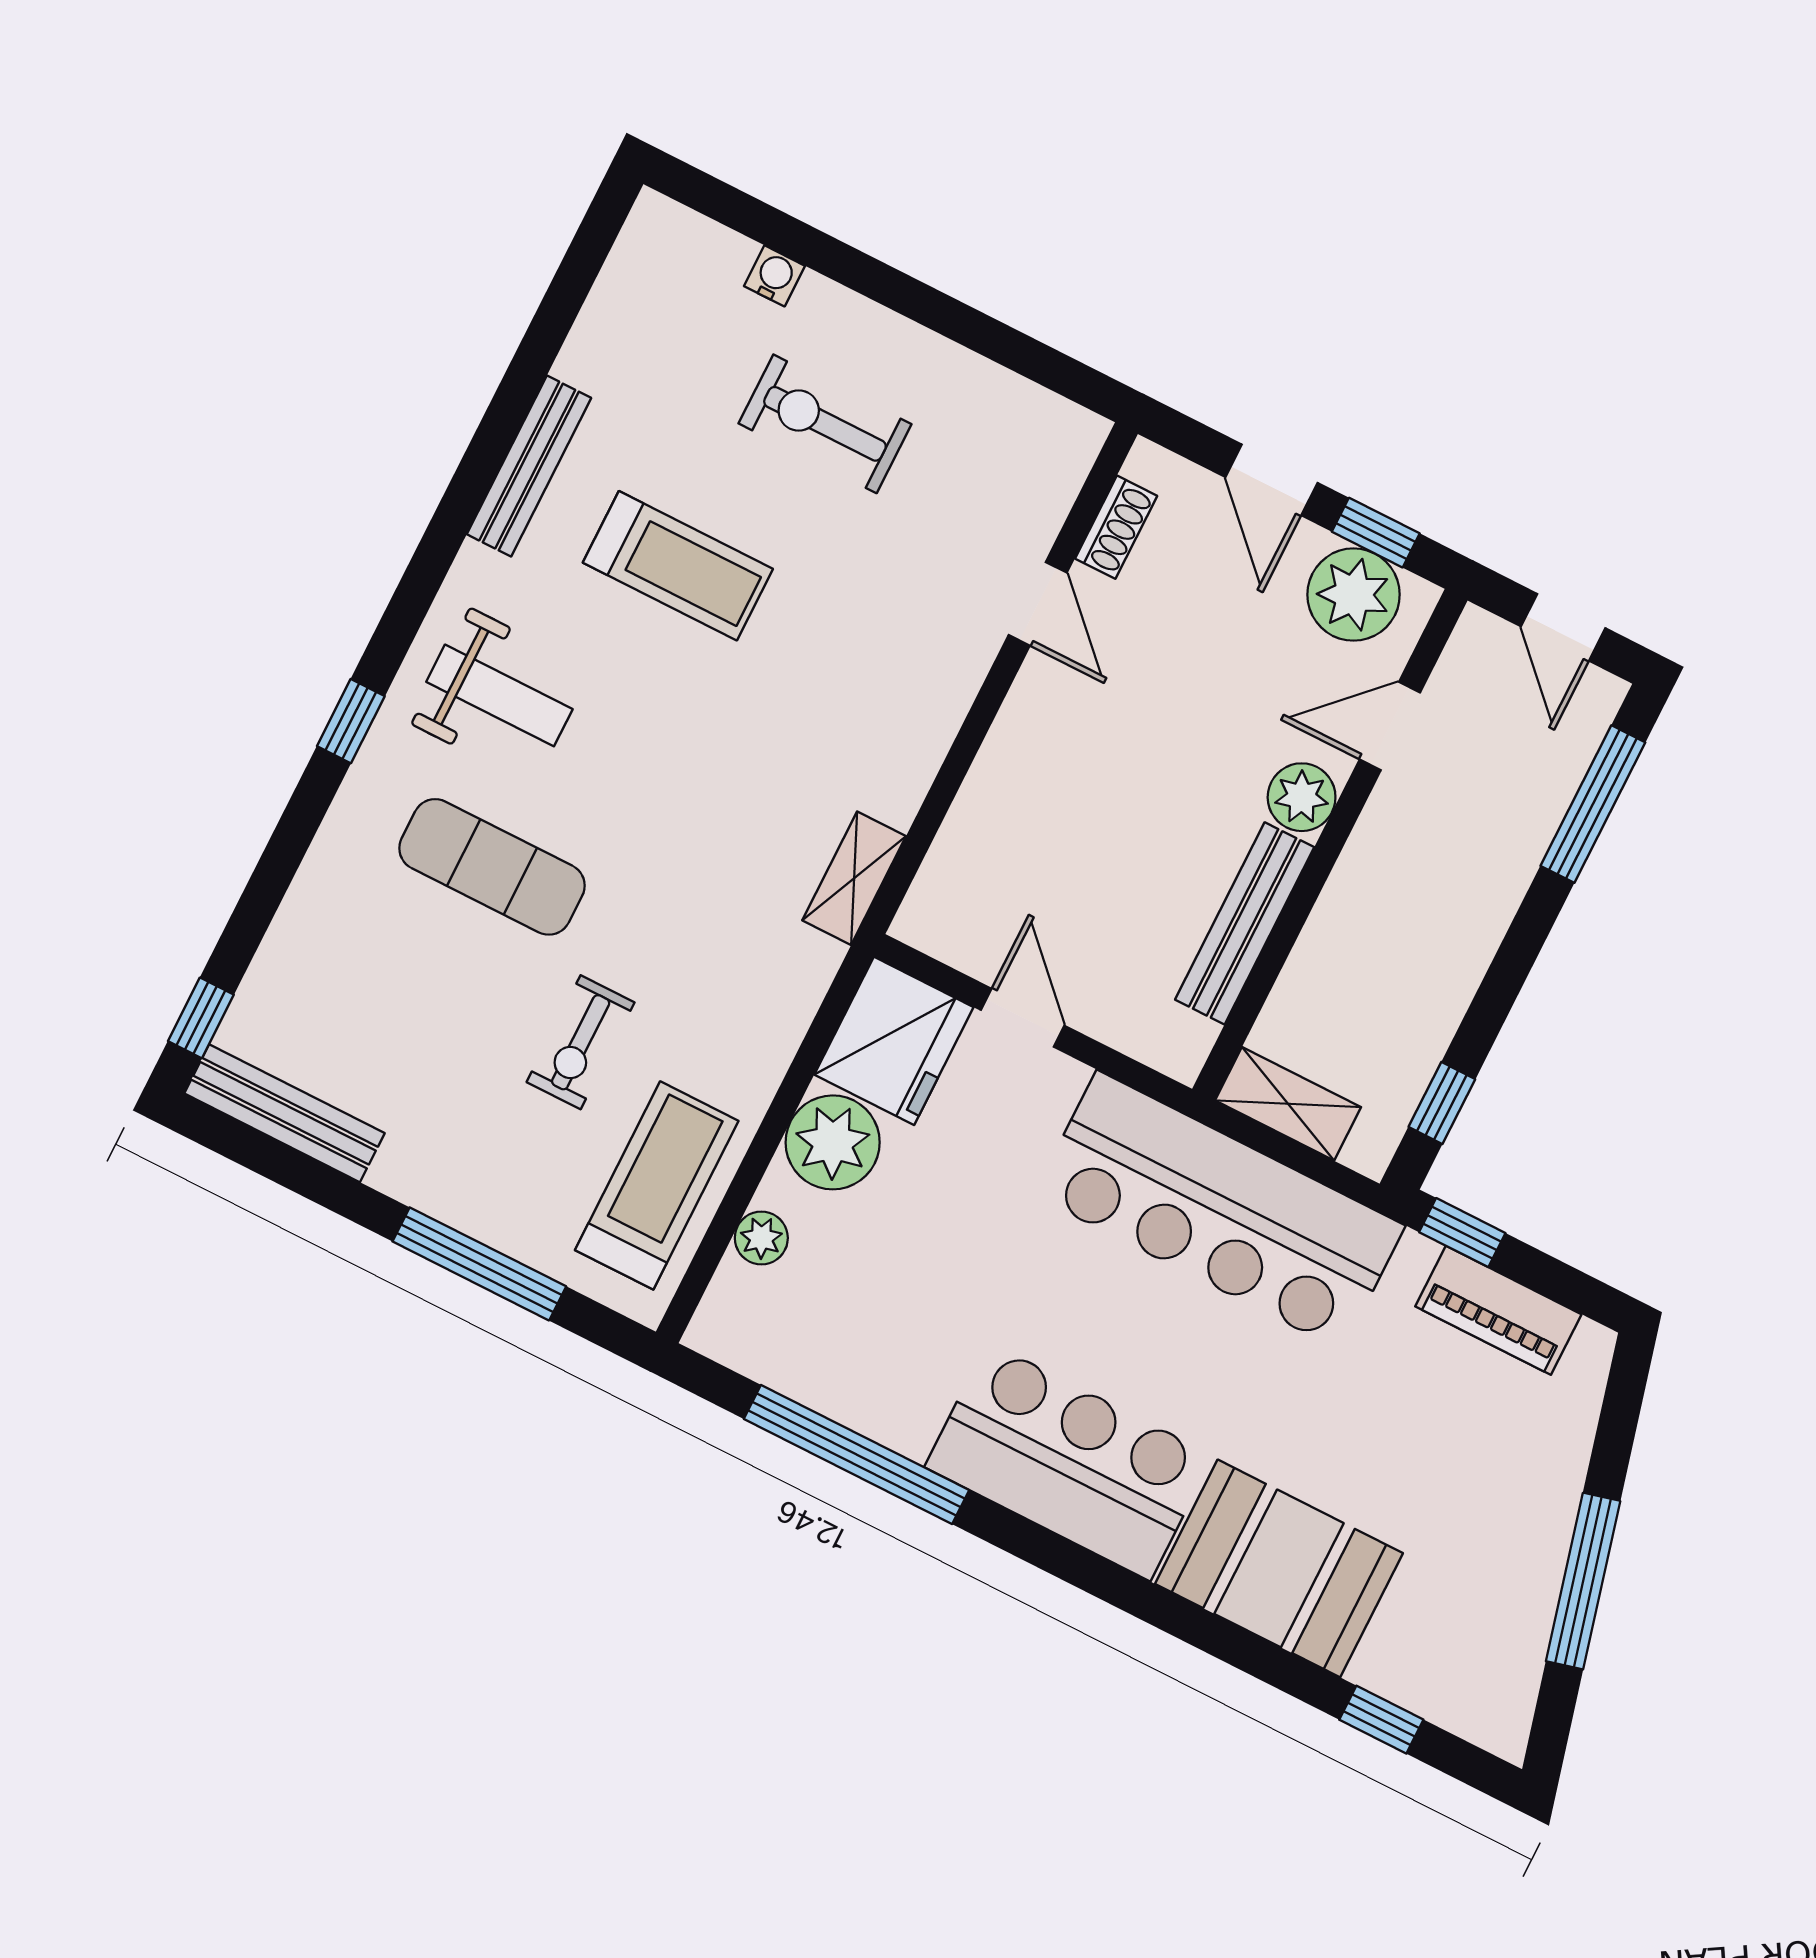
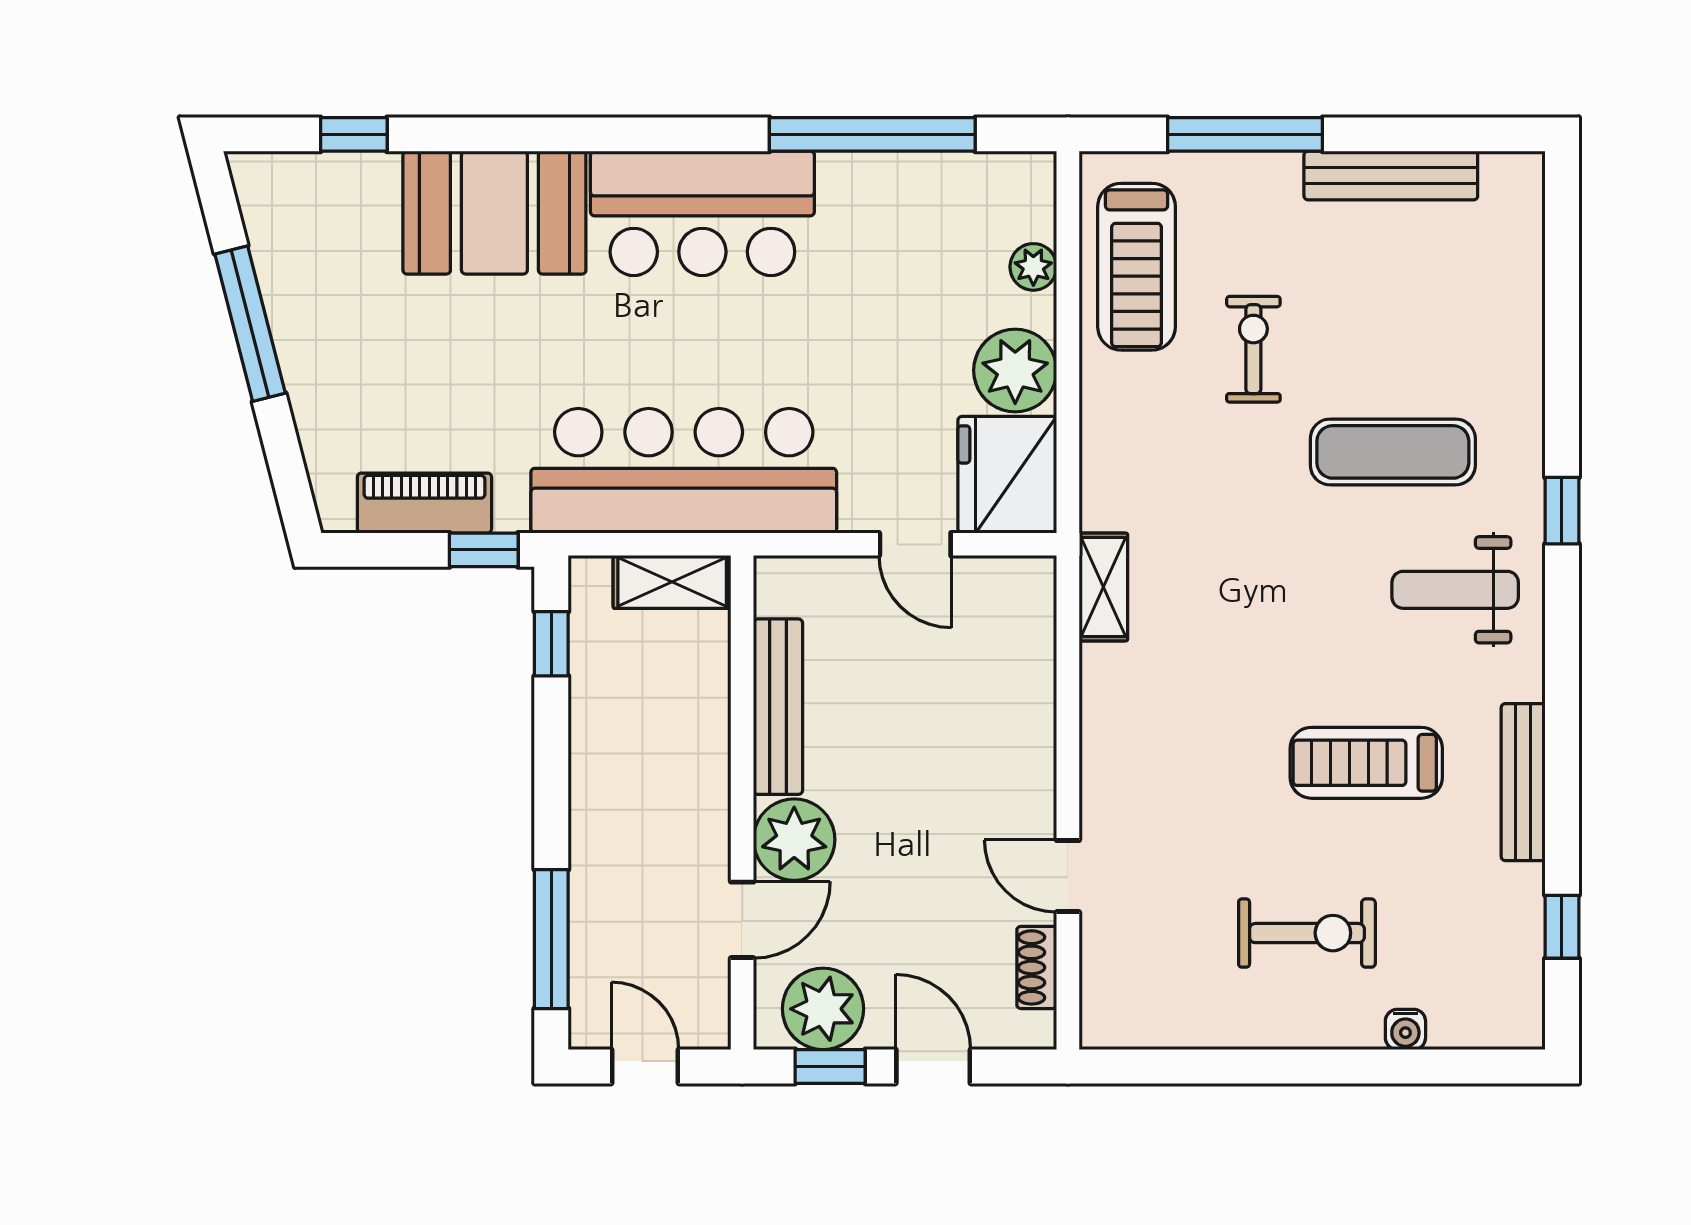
plant: (1302, 797) -> (794, 840), width x1.36, depth x1.36
window: (201, 1018) -> (1562, 927), moved
bench: (284, 1113) -> (1391, 176), moved

